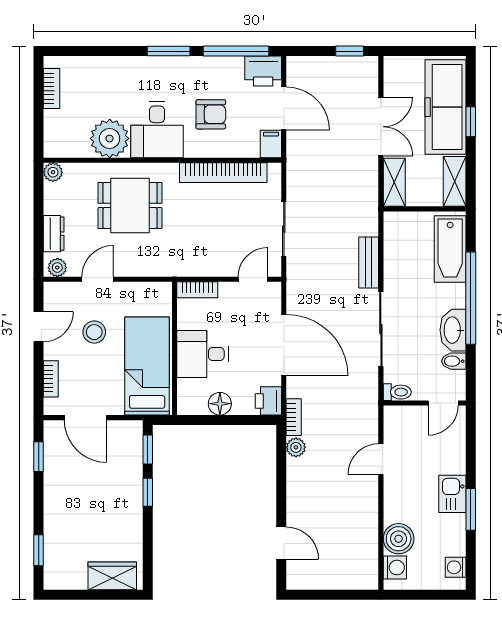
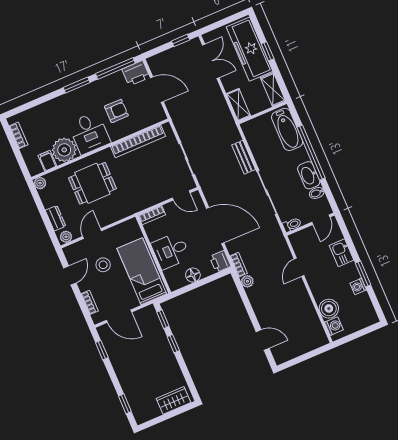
double door: (381, 127) -> (211, 61), moved
filing cabinet: (271, 144) -> (47, 161), moved
door: (253, 279) -> (181, 195), swing flipped
kitchen sink: (452, 494) -> (341, 253), moved
washing machine: (456, 567) -> (358, 286), moved

